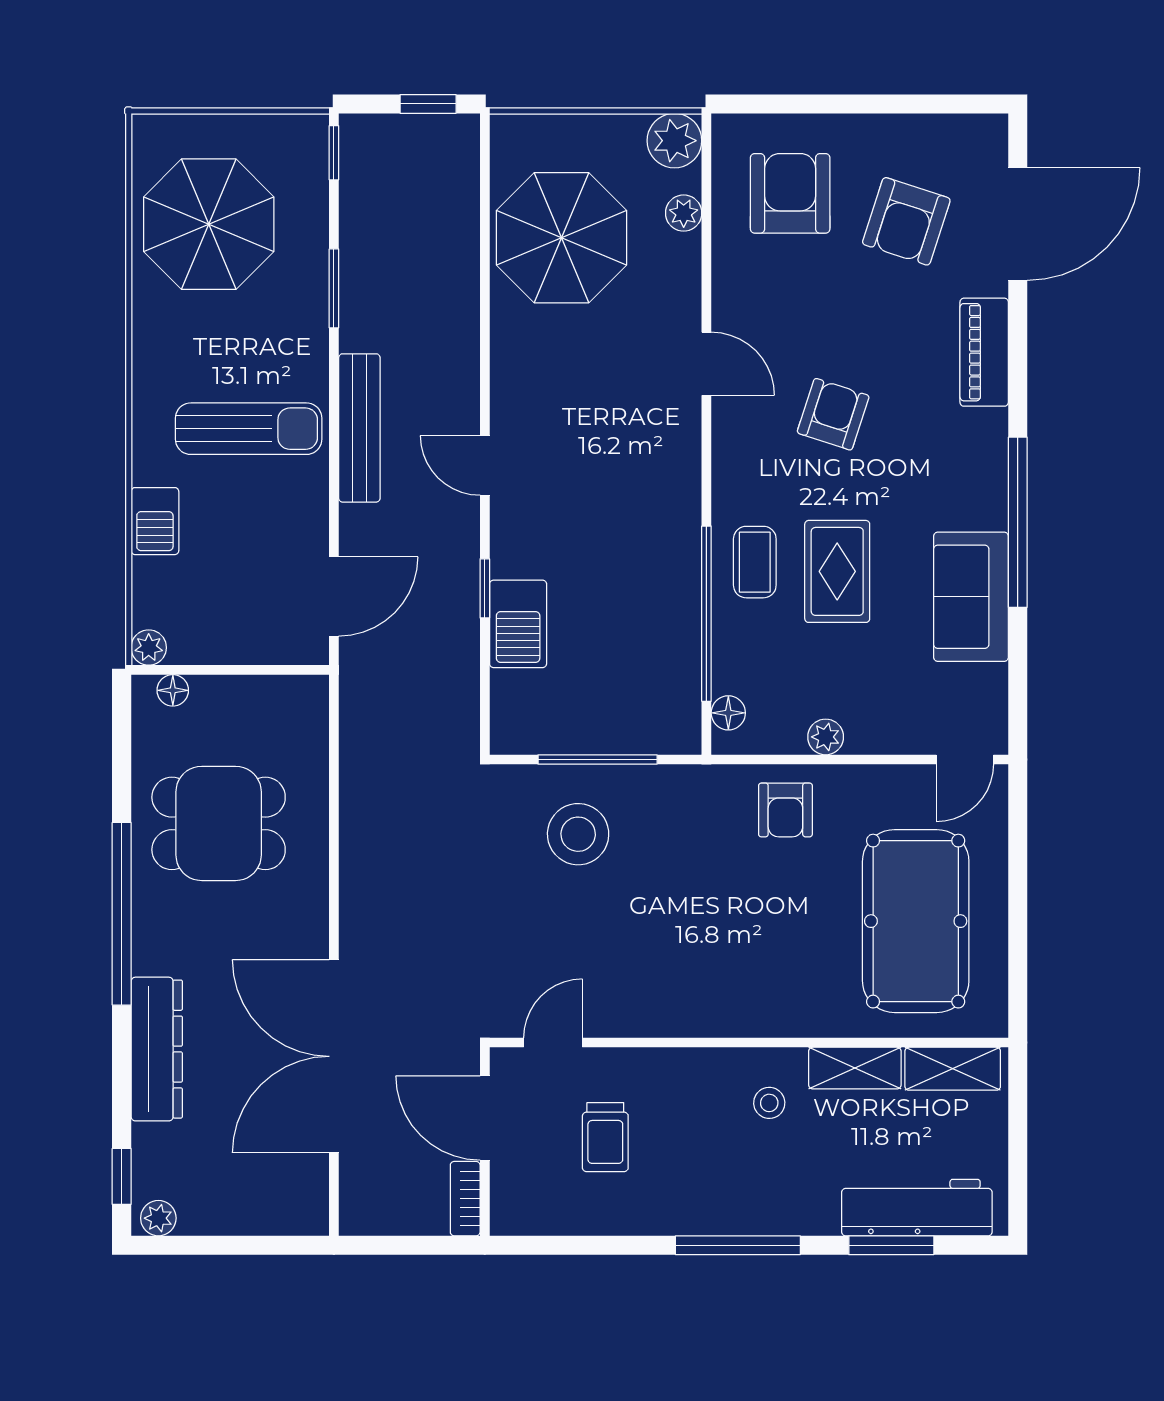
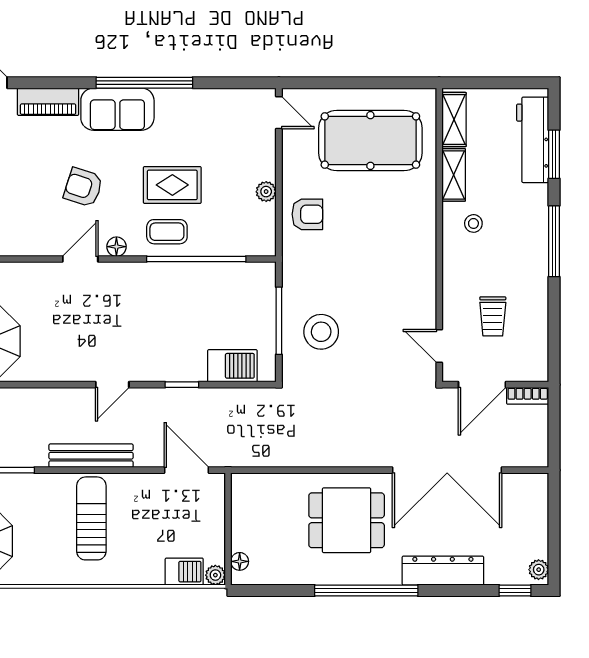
door: (706, 364) -> (80, 259), moved
barbecue: (155, 521) -> (184, 572), moved
sofa: (971, 597) -> (117, 109), moved
barbecue: (518, 624) -> (232, 366), moved
floor lamp: (728, 713) -> (116, 247), moved
dining table: (219, 823) -> (347, 520), moved, turned 90
trolley: (605, 1137) -> (493, 316), turned 90

